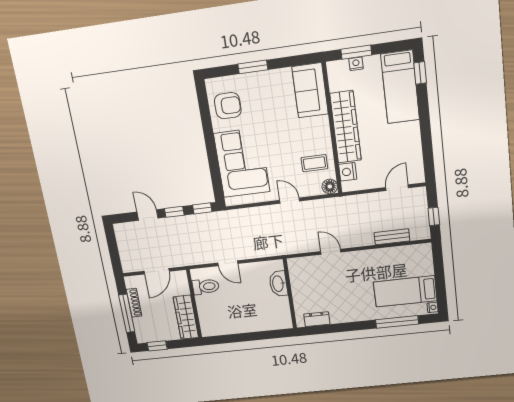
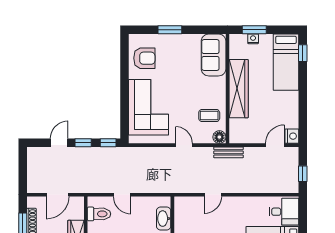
nightstand: (348, 172) -> (292, 136), moved, turned 180
door: (147, 215) -> (59, 143), hinge flipped
bench: (392, 237) -> (228, 152), moved
door: (331, 252) -> (213, 195), swing flipped
desk: (416, 261) -> (284, 212), added

